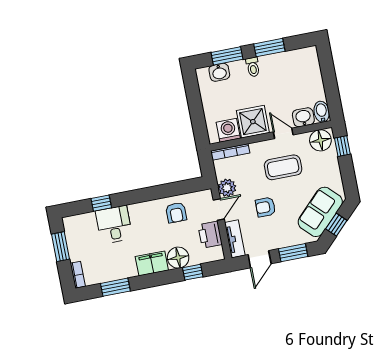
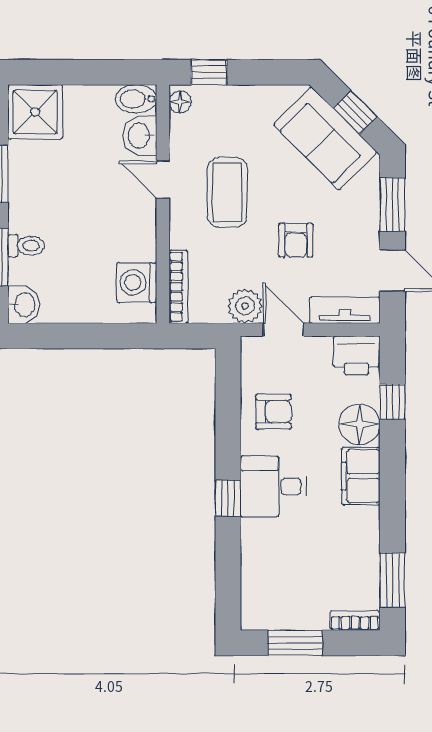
toilet: (253, 67) -> (26, 246), moved
washbasin: (219, 72) -> (24, 305), moved
shower: (253, 122) -> (35, 112), moved
door: (283, 133) -> (163, 180), hinge flipped
floor lamp: (320, 140) -> (180, 102), width x0.53, depth x0.53
window: (101, 203) -> (228, 498), moved
desk: (114, 225) -> (273, 487), moved
printer: (210, 235) -> (356, 355), moved
window: (115, 287) -> (392, 580), moved

